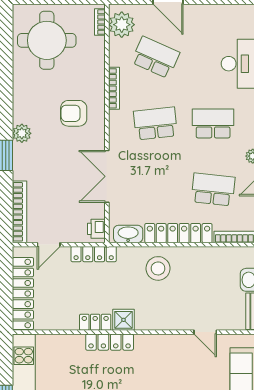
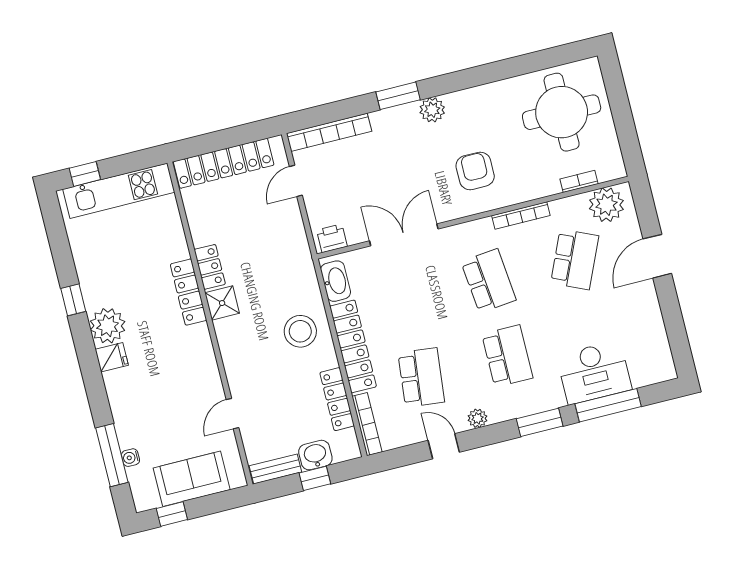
bookcase: (100, 22) -> (579, 181), moved
door: (49, 245) -> (296, 181), hinge flipped
locker: (94, 254) -> (337, 399), moved

